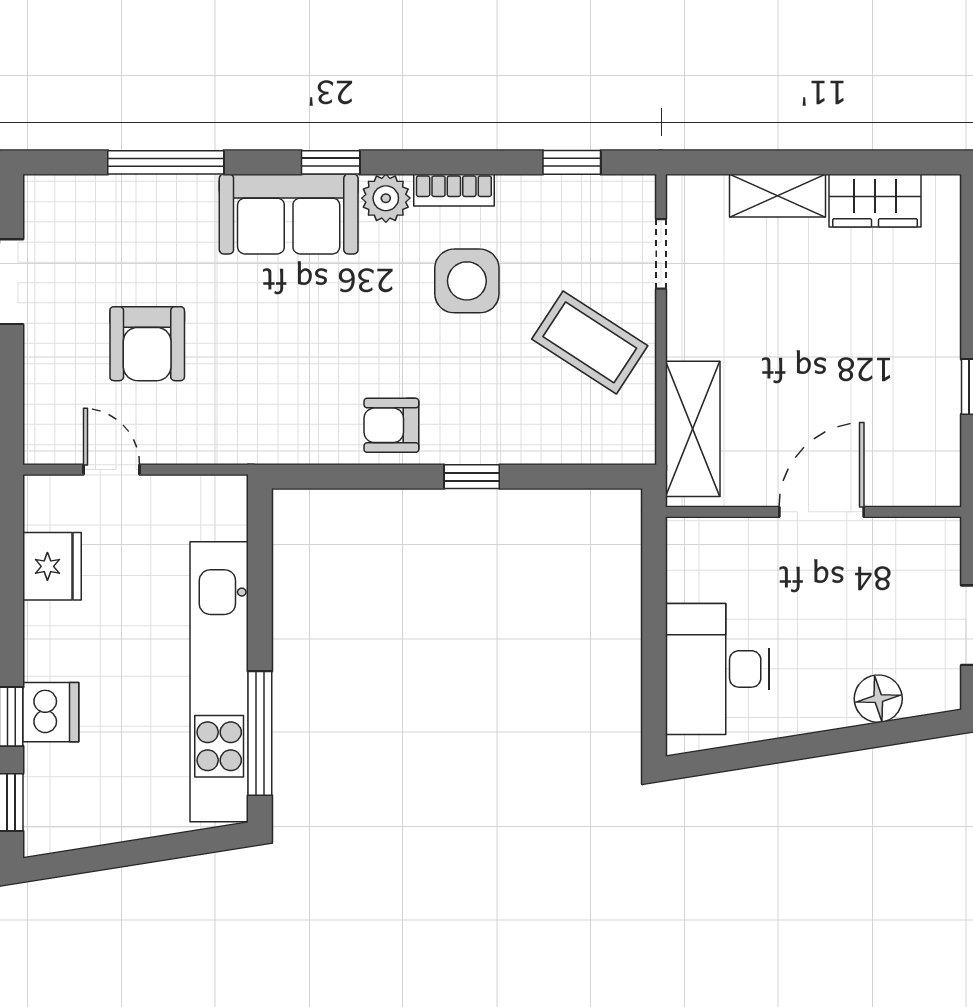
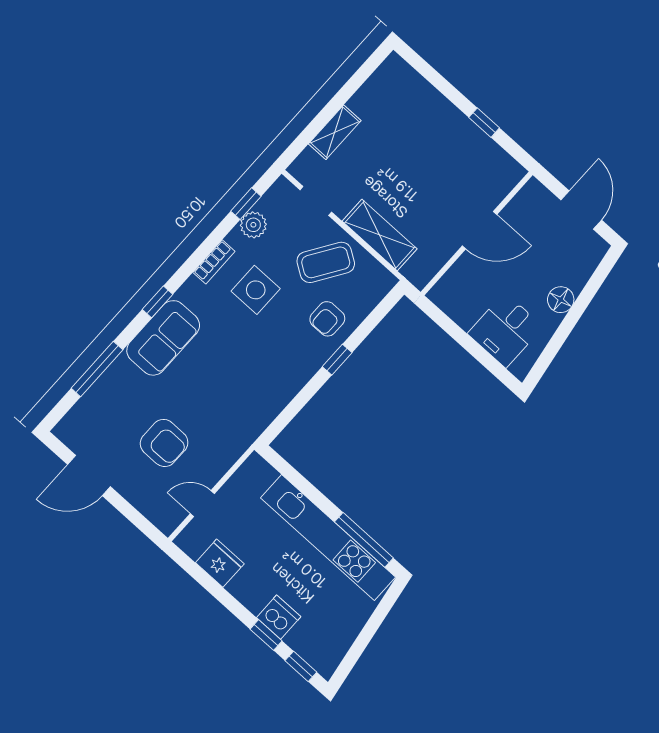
plant: (386, 198) -> (253, 225), moved
wardrobe: (875, 201) -> (373, 94), removed
armchair: (391, 425) -> (327, 319), moved
shelving: (693, 429) -> (380, 235), moved
door: (821, 512) -> (480, 230), swing flipped
desk: (717, 669) -> (505, 330), width x0.73
floor lamp: (878, 699) -> (561, 300), moved

